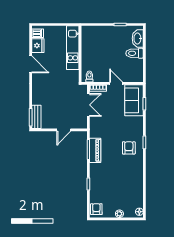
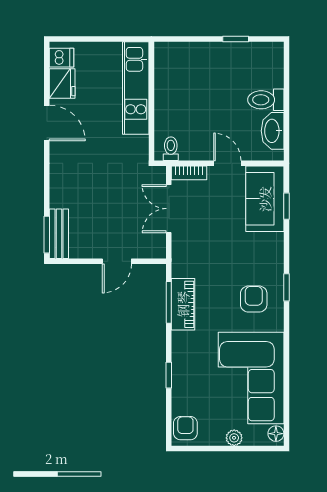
washbasin: (138, 38) -> (273, 131), moved
double door: (88, 105) -> (169, 209), swing flipped
corner sofa: (128, 185) -> (251, 378), added

